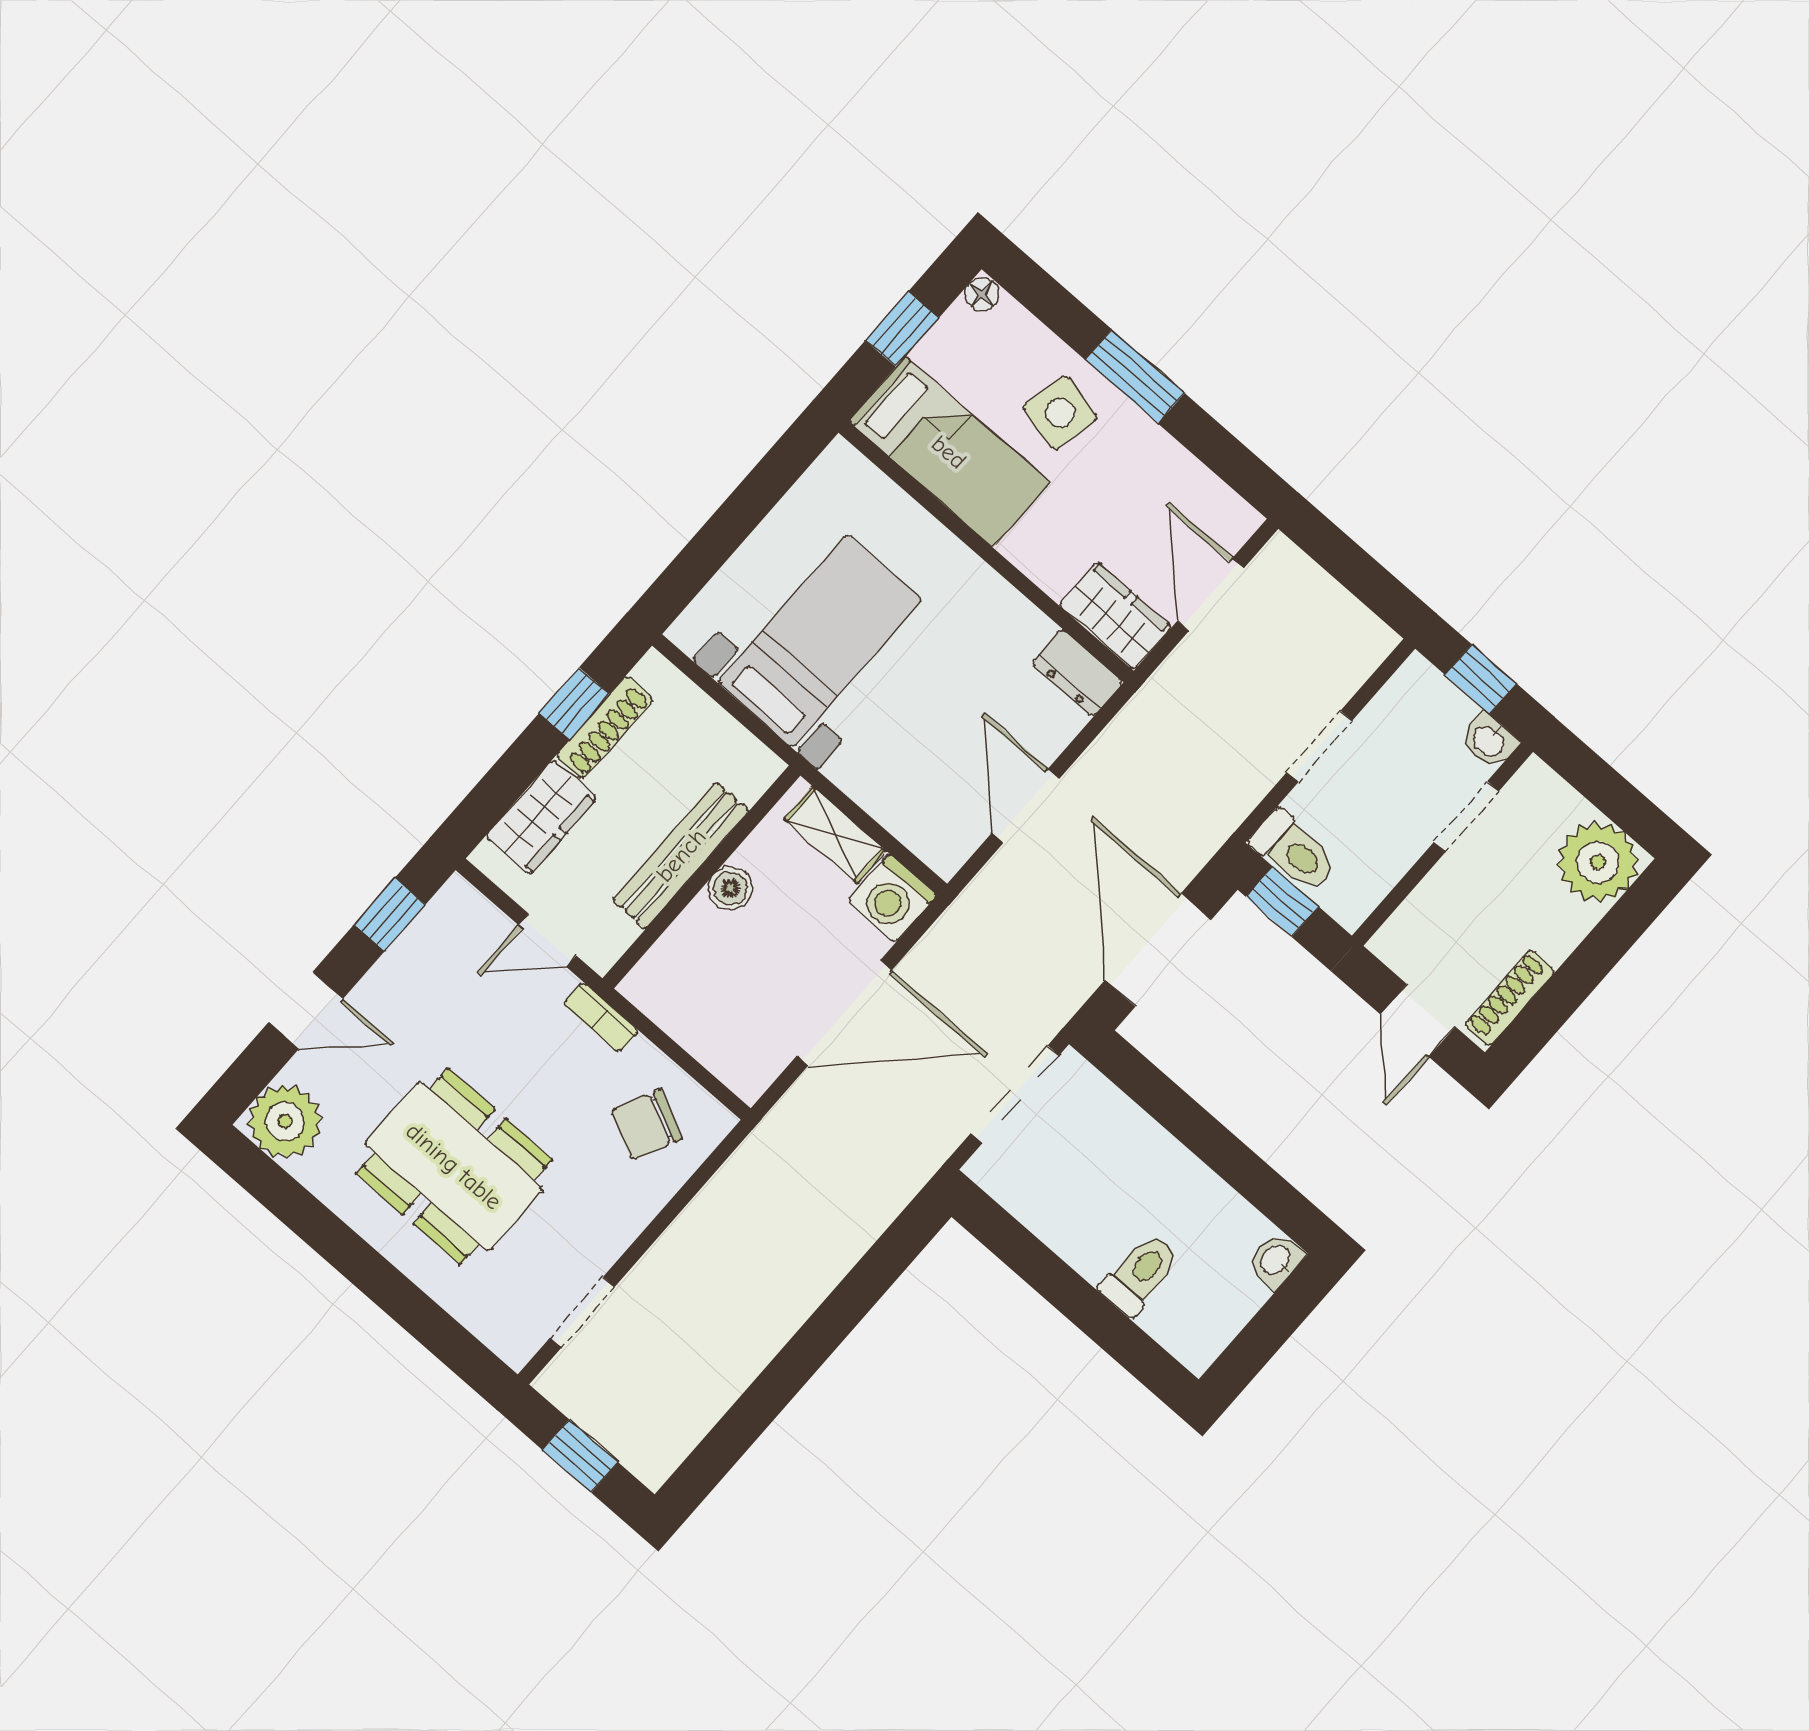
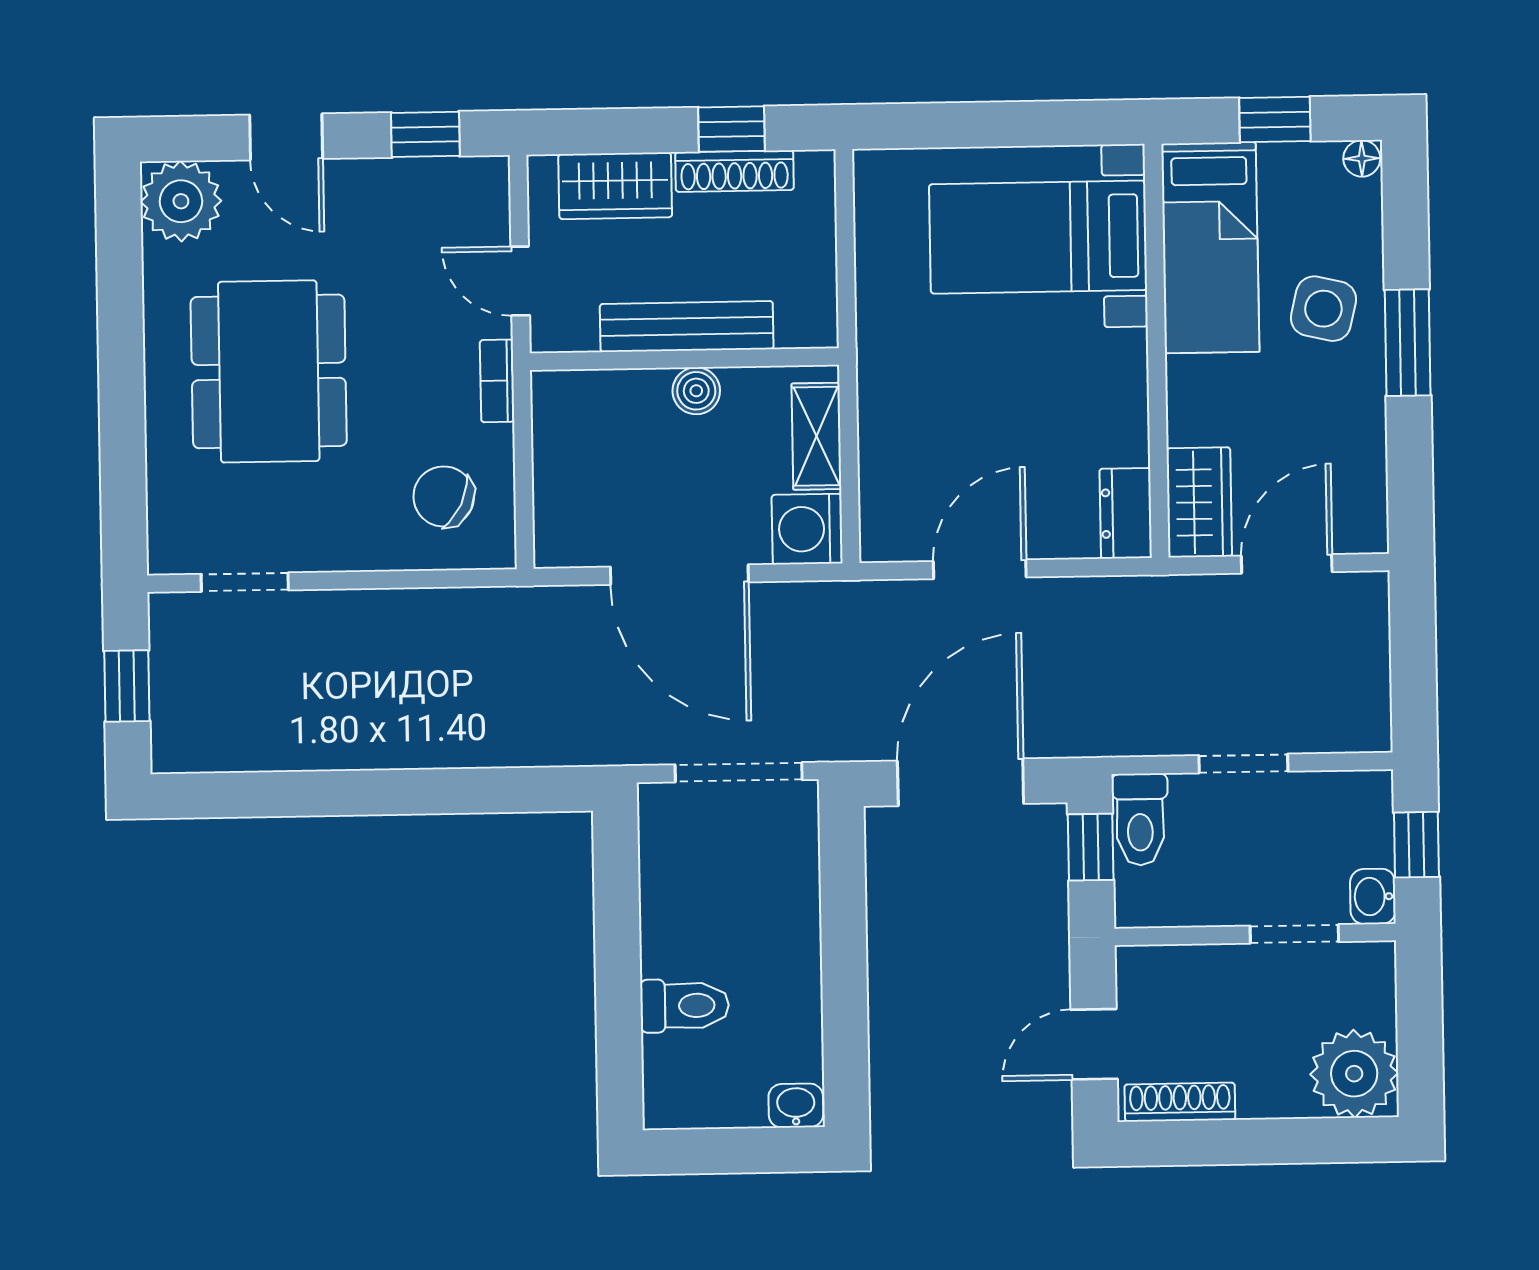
bed with nightstands: (820, 641) -> (1038, 237), moved, turned 180

